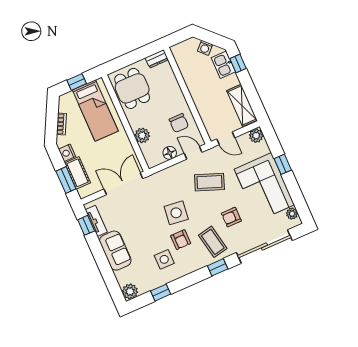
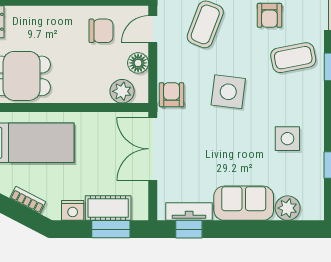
plant: (142, 135) -> (122, 91), moved
armchair: (181, 240) -> (171, 95), moved, turned -90
plant: (130, 291) -> (288, 208), moved

